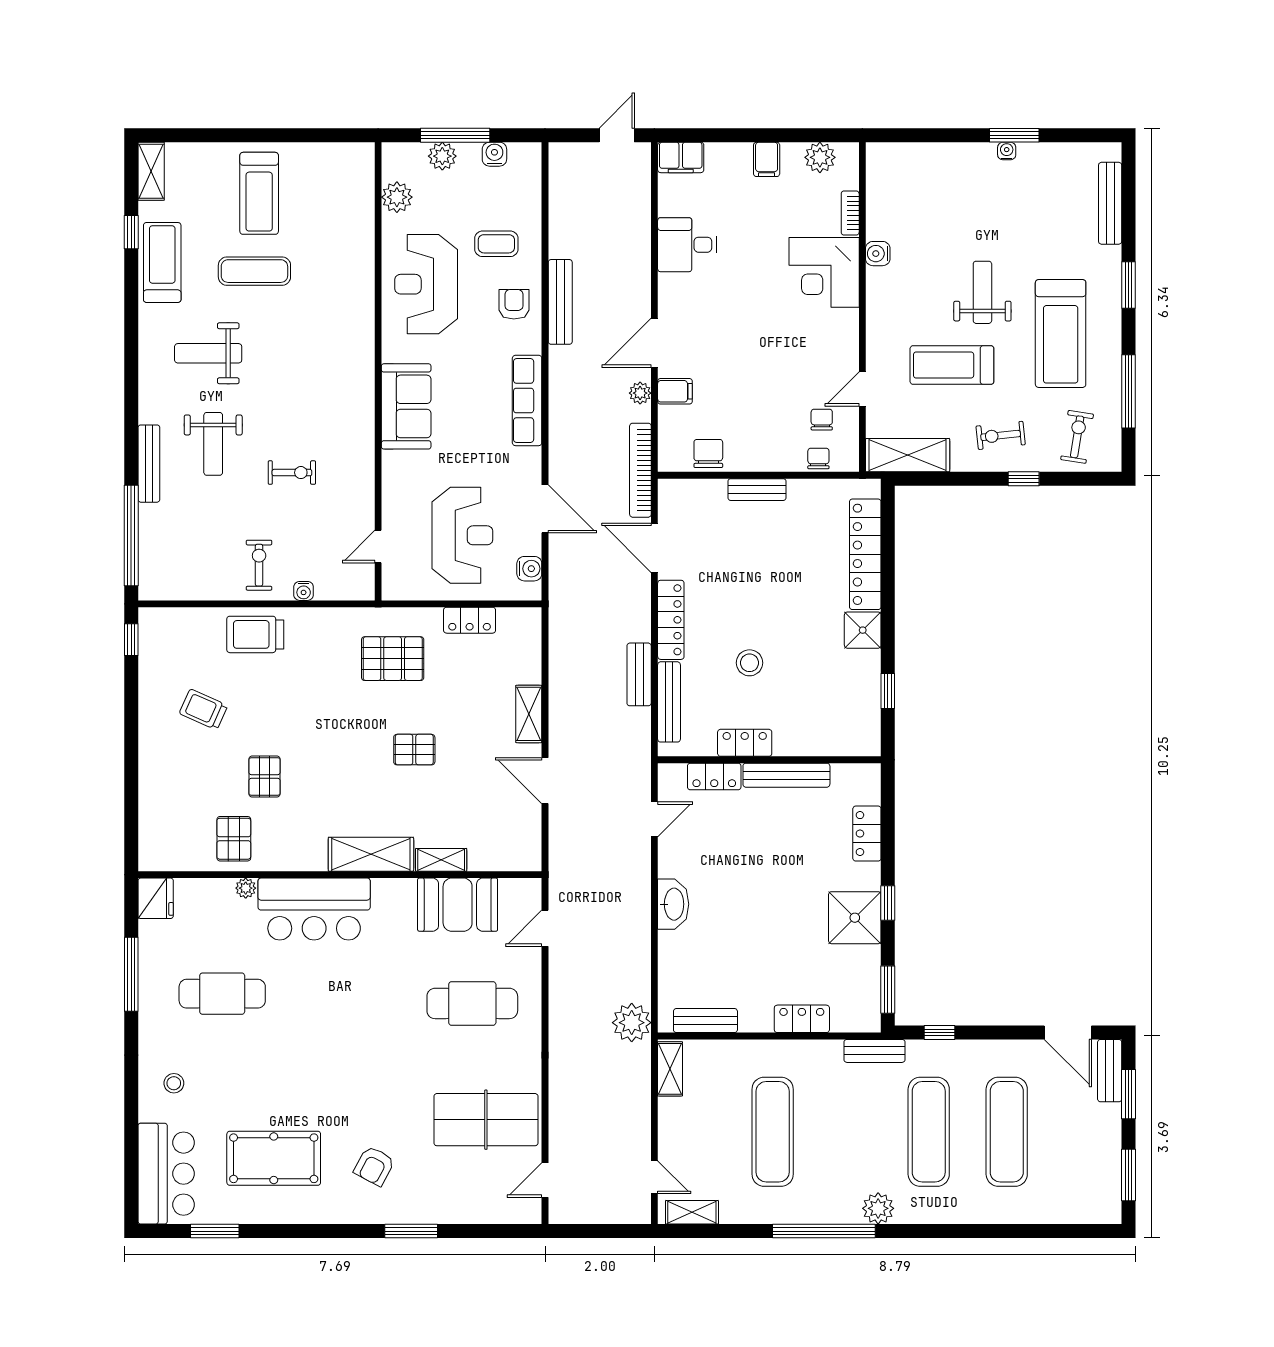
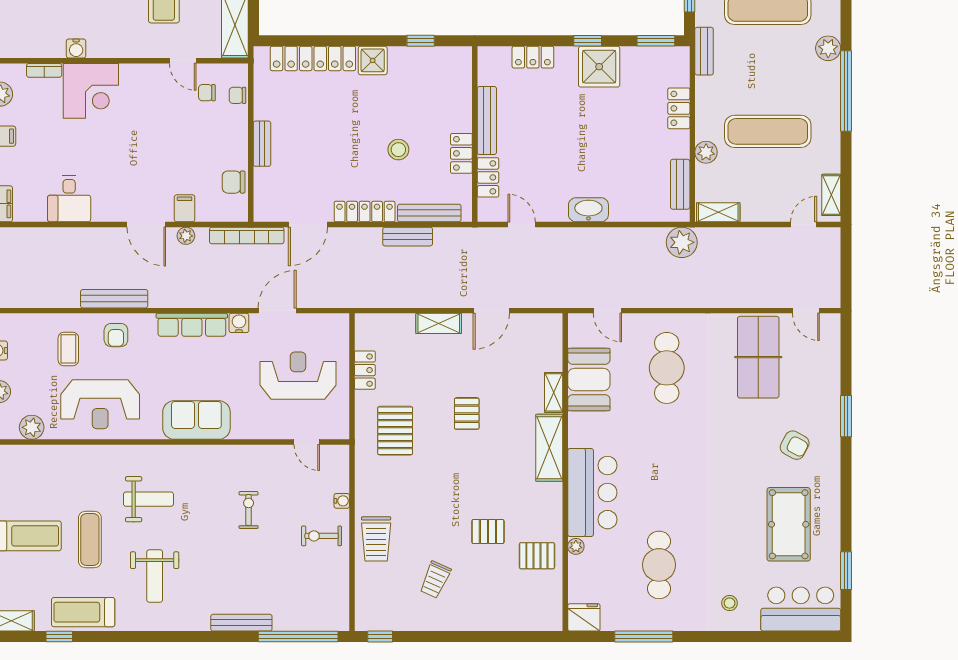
armchair: (514, 304) -> (116, 335), turned -90
weight bench: (213, 444) -> (148, 499), moved
water cooler: (529, 569) -> (239, 323), moved
plant: (746, 1053) -> (706, 152), added

